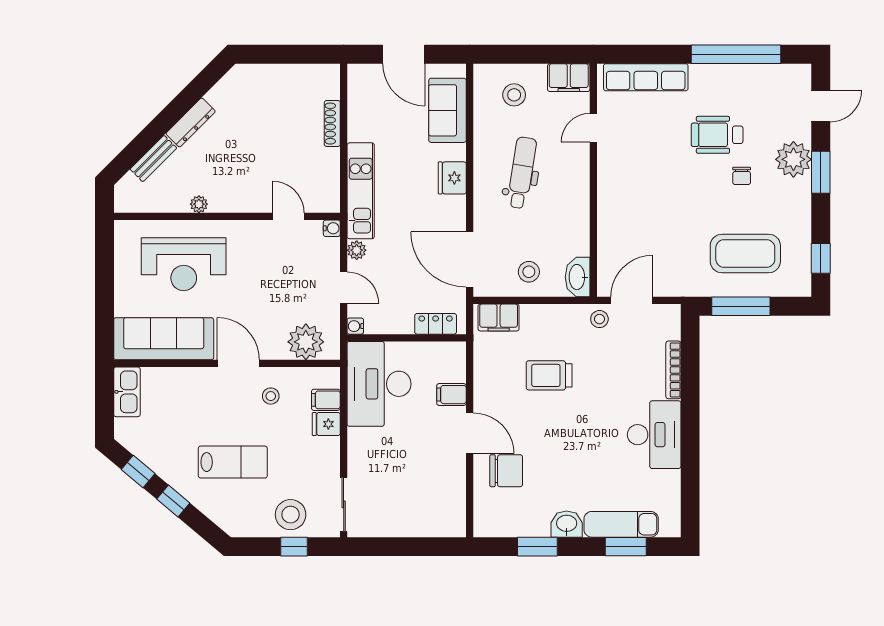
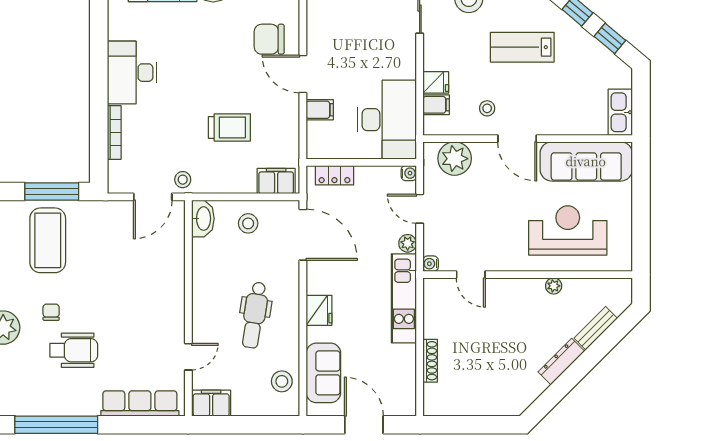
stool: (514, 95) -> (282, 381), moved
coffee table: (745, 253) -> (48, 240), turned 90

